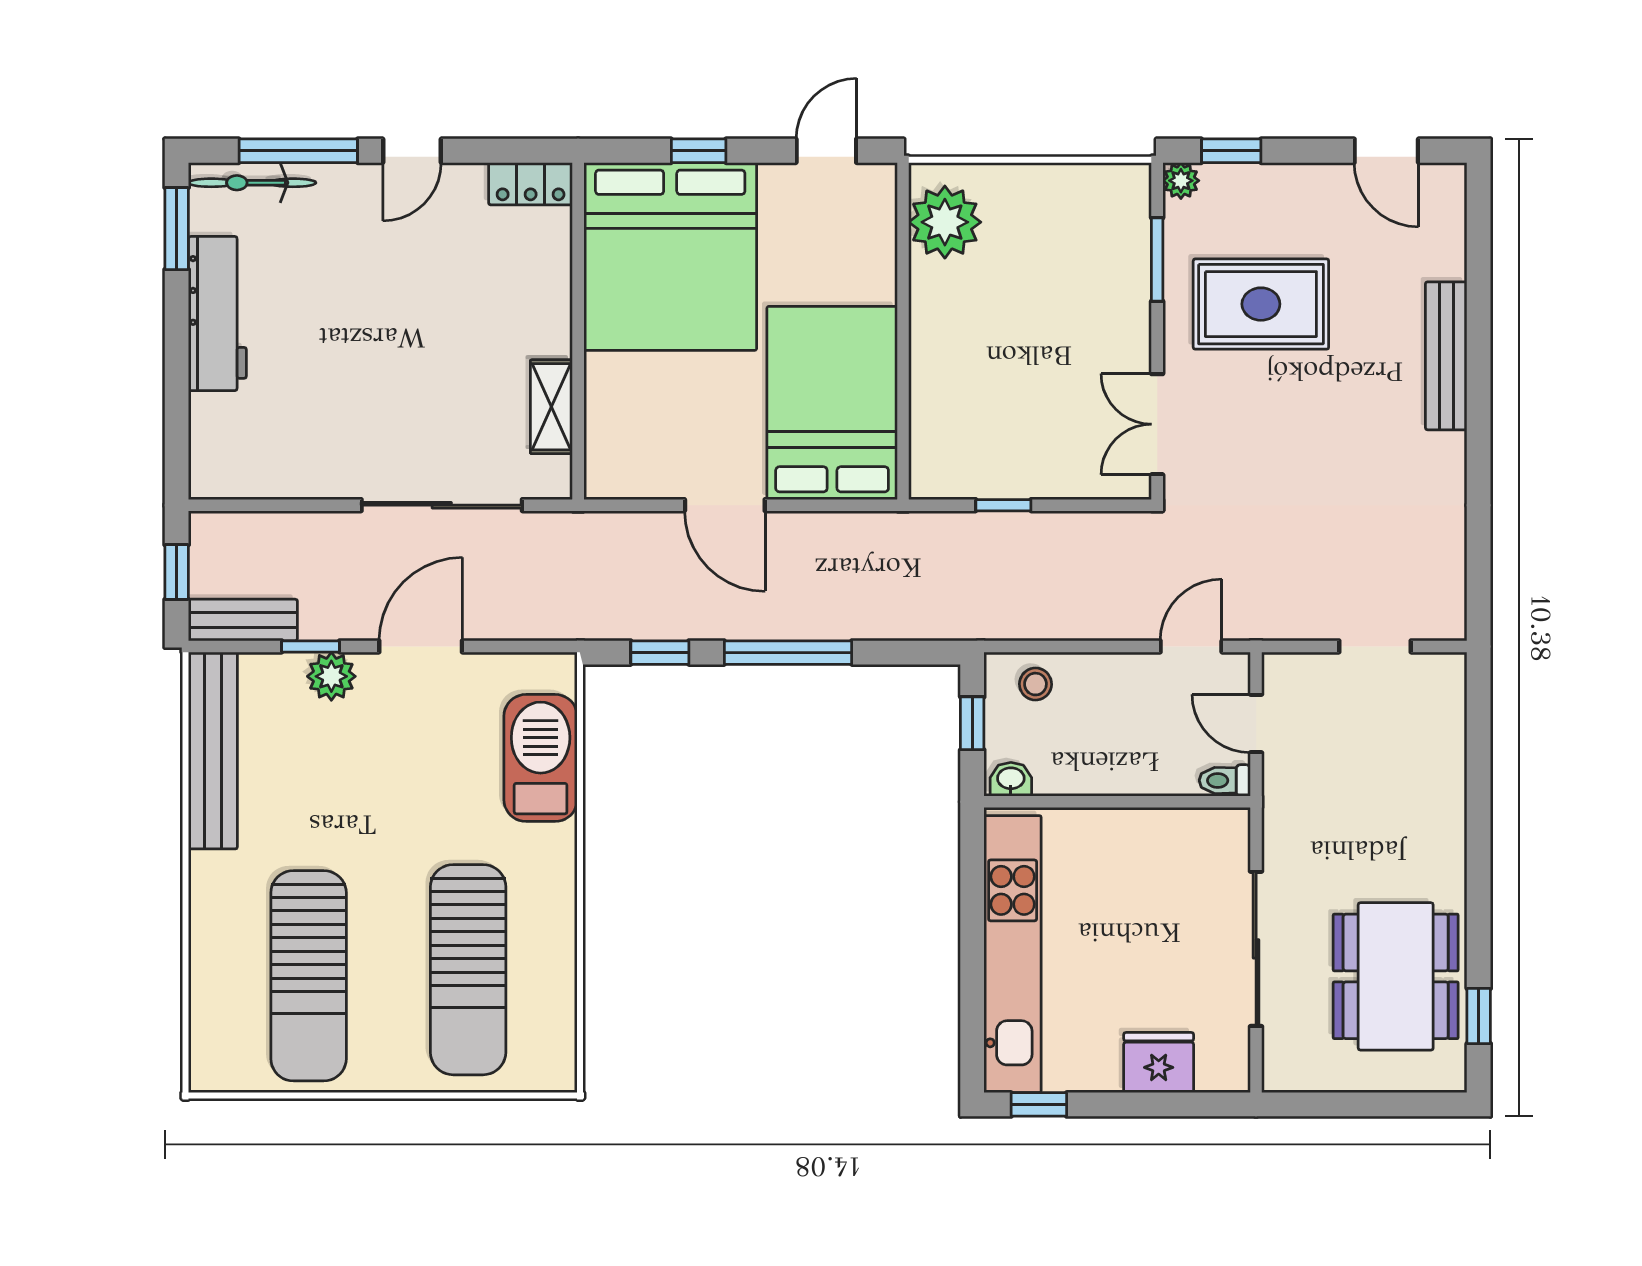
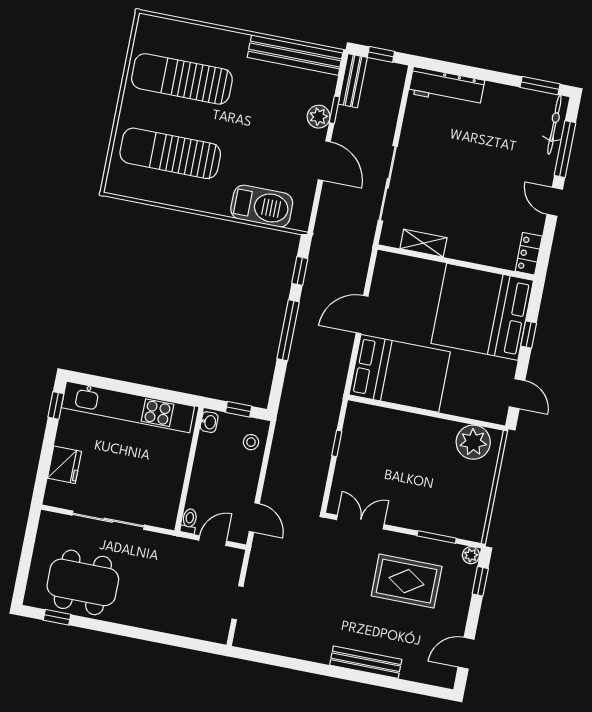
rug: (1261, 304) -> (407, 581), turned 90
workbench: (217, 314) -> (446, 87), moved

